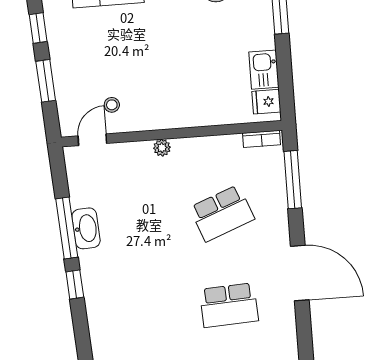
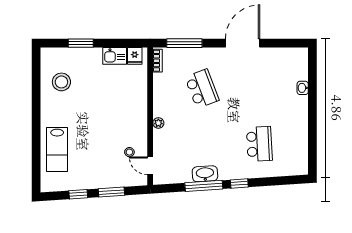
school desk: (229, 305) -> (259, 144), moved

